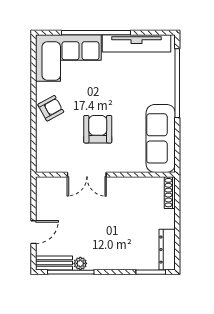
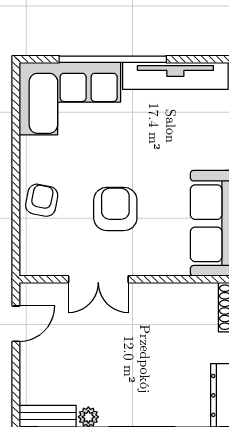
armchair: (51, 108) -> (42, 200), moved, turned -50
door: (34, 232) -> (16, 324), moved

